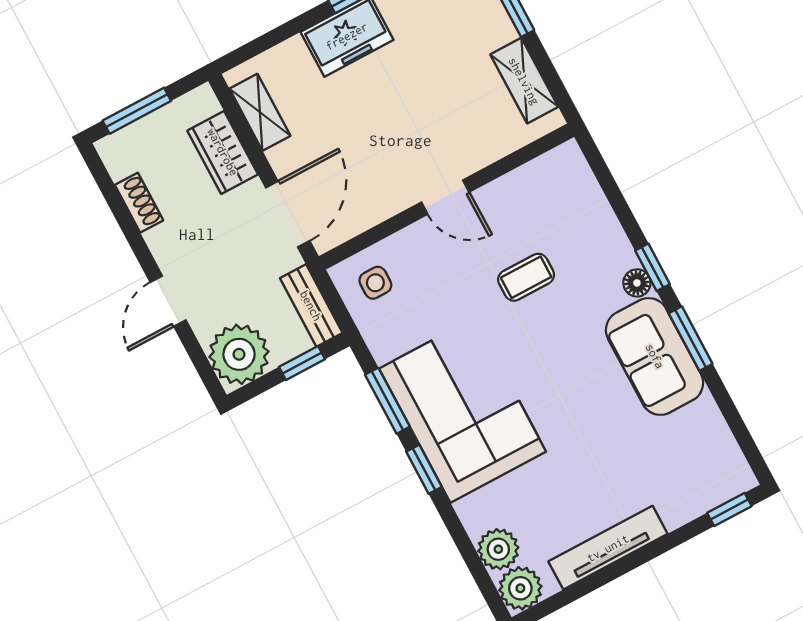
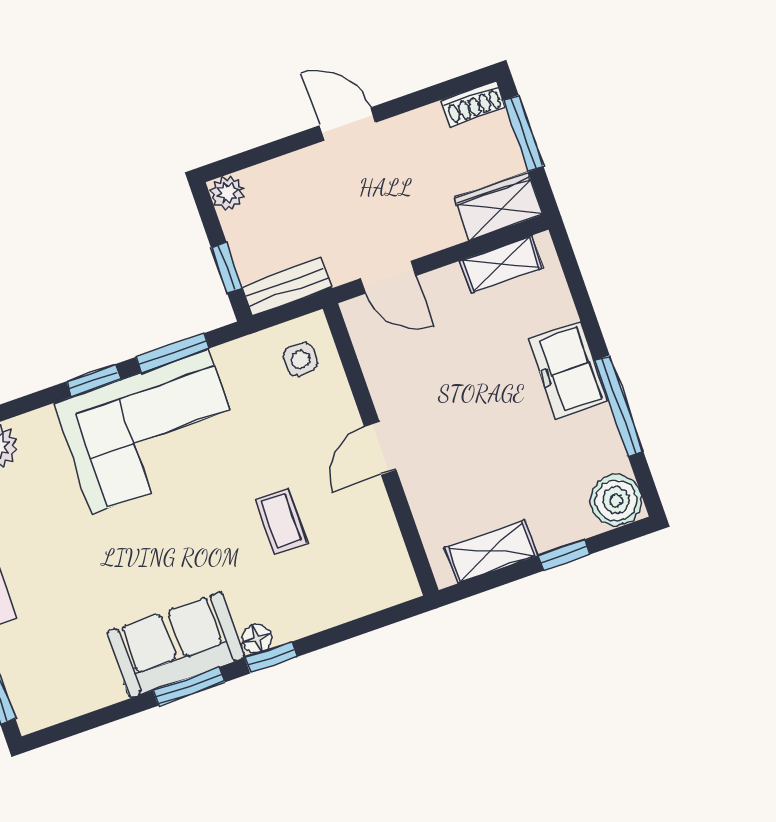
wardrobe: (223, 152) -> (499, 206), moved
shoe rack: (139, 203) -> (473, 103), moved
door: (288, 214) -> (388, 277), width x0.73
door: (168, 301) -> (347, 124), moved
plant: (239, 354) -> (227, 193), width x0.53, depth x0.53

